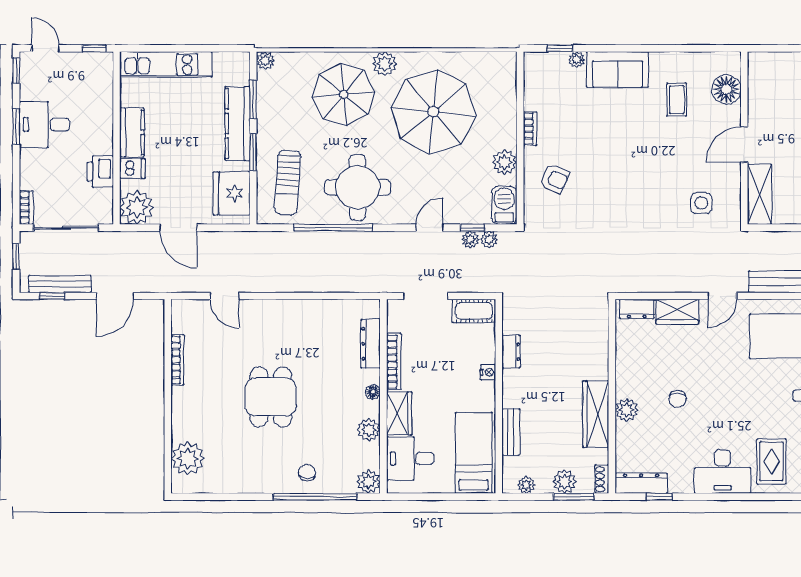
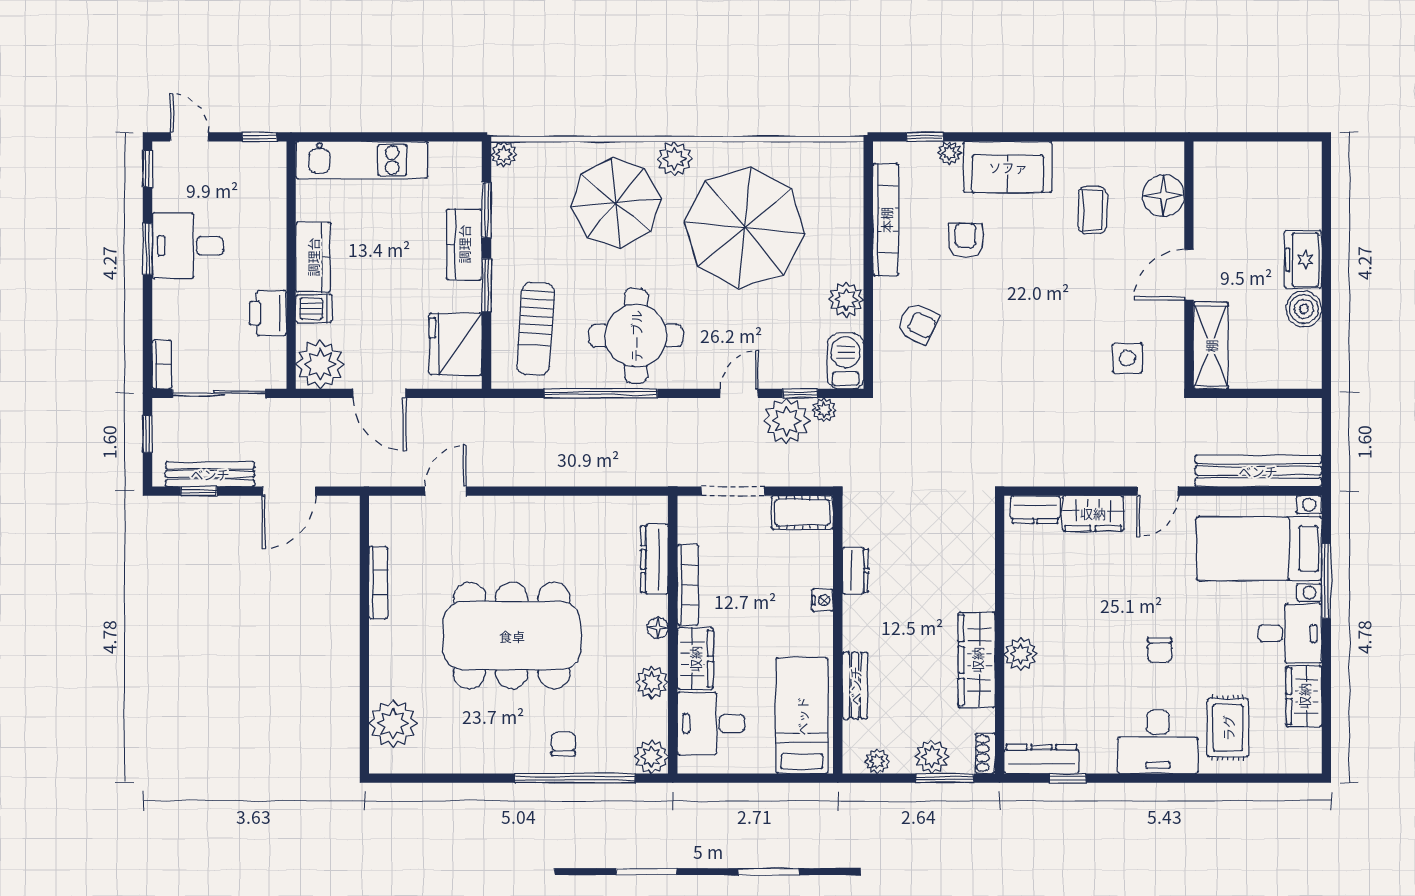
armchair: (588, 121) -> (965, 240), added
kitchen counter: (238, 124) -> (464, 244), width x0.67
bookcase: (530, 129) -> (886, 220), width x2.31, depth x1.31
plant: (470, 239) -> (786, 421), width x1.87, depth x1.87
door: (224, 296) -> (445, 491), swing flipped
dining table: (271, 397) -> (512, 636), width x1.88, depth x1.24
chair: (678, 399) -> (1160, 650), moved

